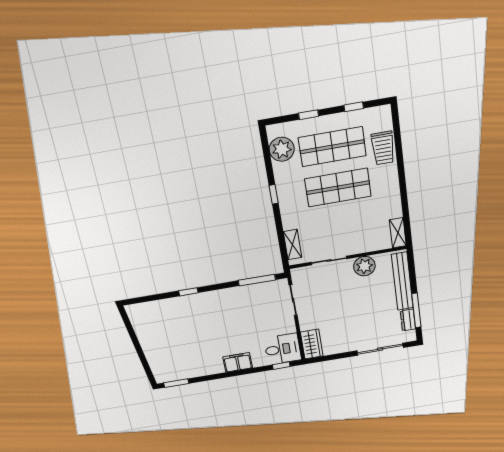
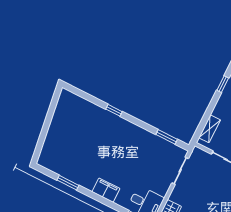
window: (257, 280) -> (167, 137), width x0.69
window: (176, 383) -> (68, 183), moved

